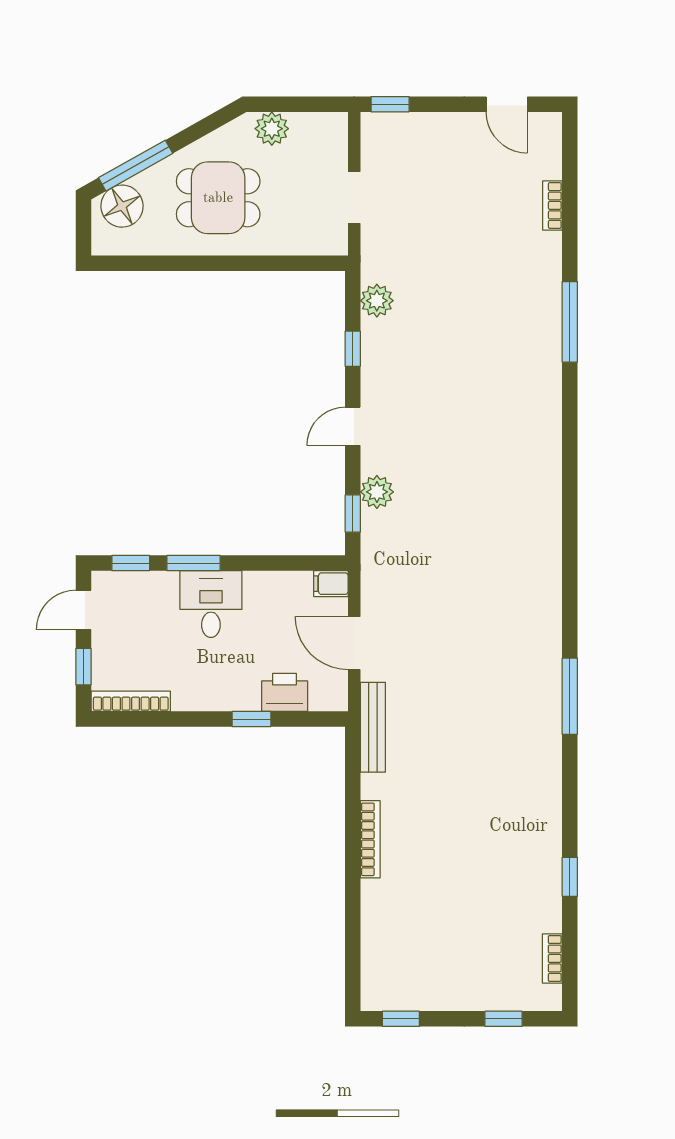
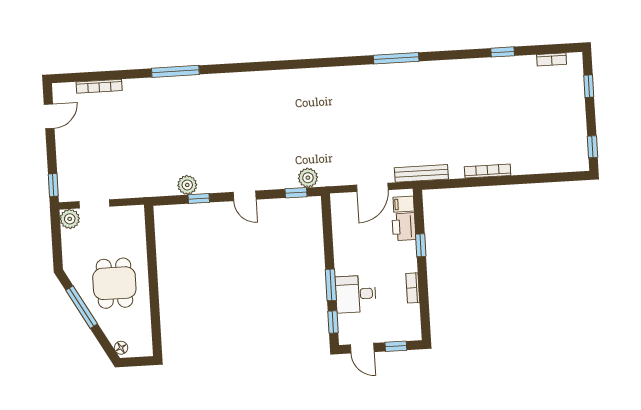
plant: (272, 129) -> (70, 219), moved
window: (136, 166) -> (82, 307), moved
doorway: (354, 197) -> (94, 204), moved
bookcase: (552, 205) -> (99, 86), width x1.56
floor lamp: (122, 206) -> (121, 348), width x0.53, depth x0.53
plant: (377, 301) -> (187, 185), moved
plant: (377, 492) -> (308, 178), moved
filing cabinet: (331, 584) -> (404, 204), moved, turned 90
desk: (211, 604) -> (356, 294), moved
bookcase: (131, 701) -> (413, 288), moved, width x0.64

